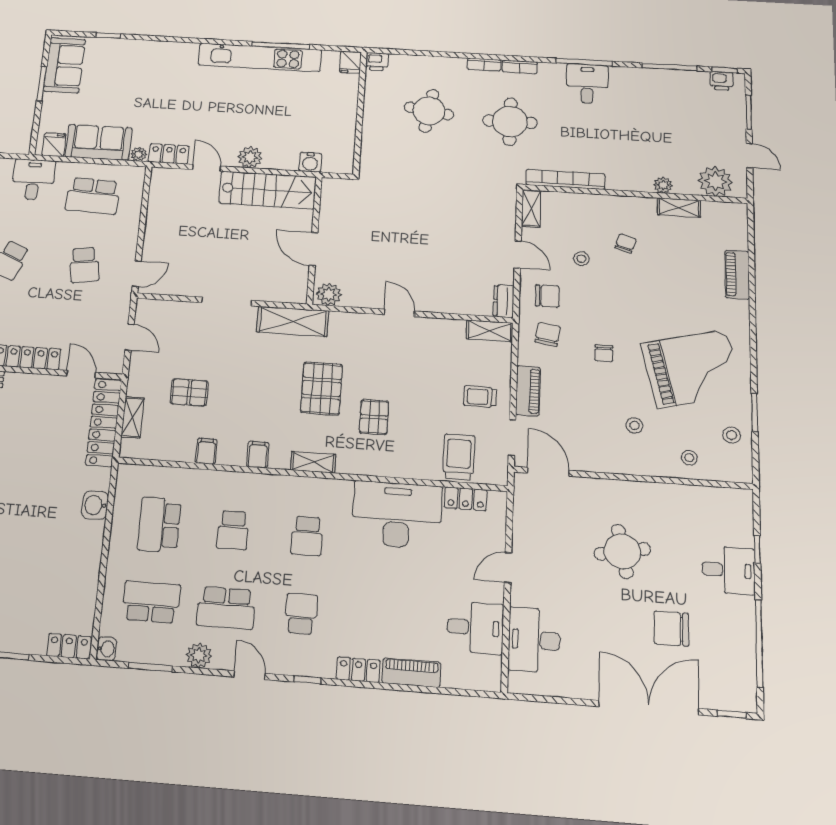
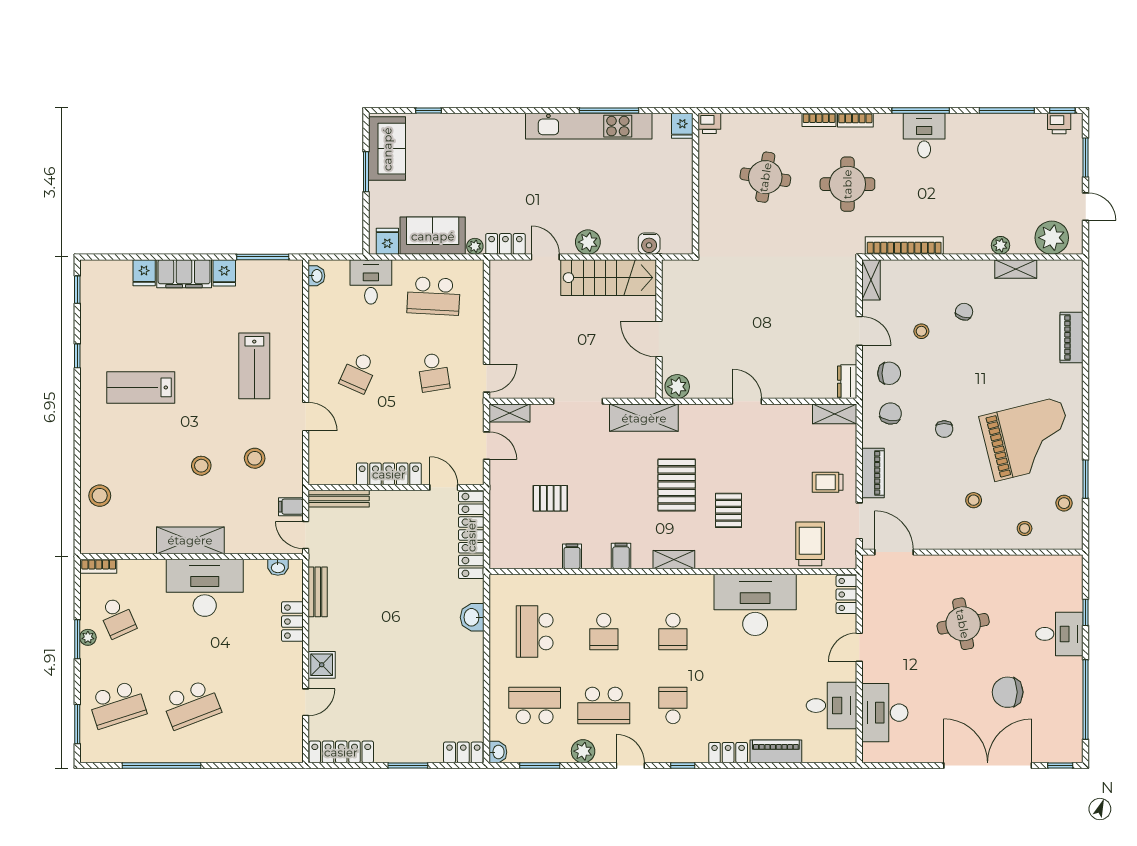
shelving: (133, 417) -> (510, 413), moved, turned 90
locker: (466, 499) -> (846, 594), moved, turned 90

